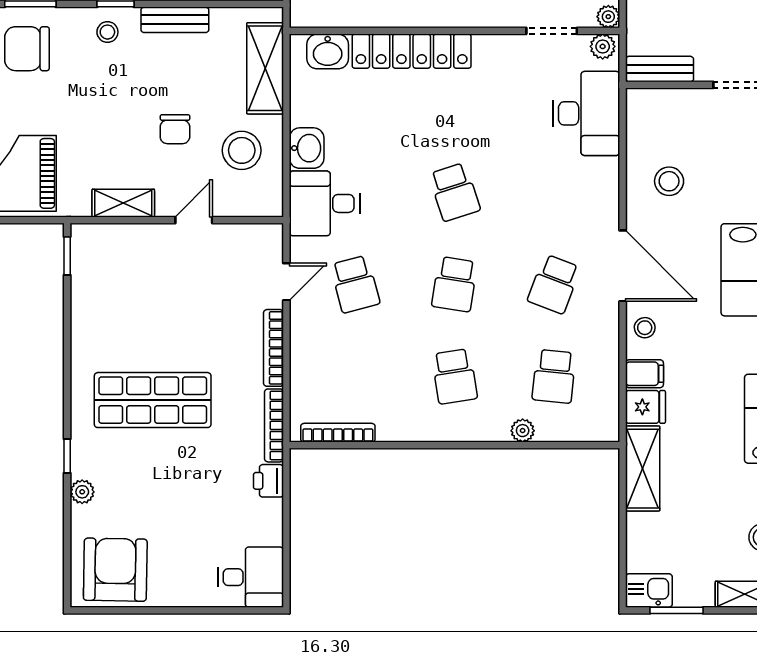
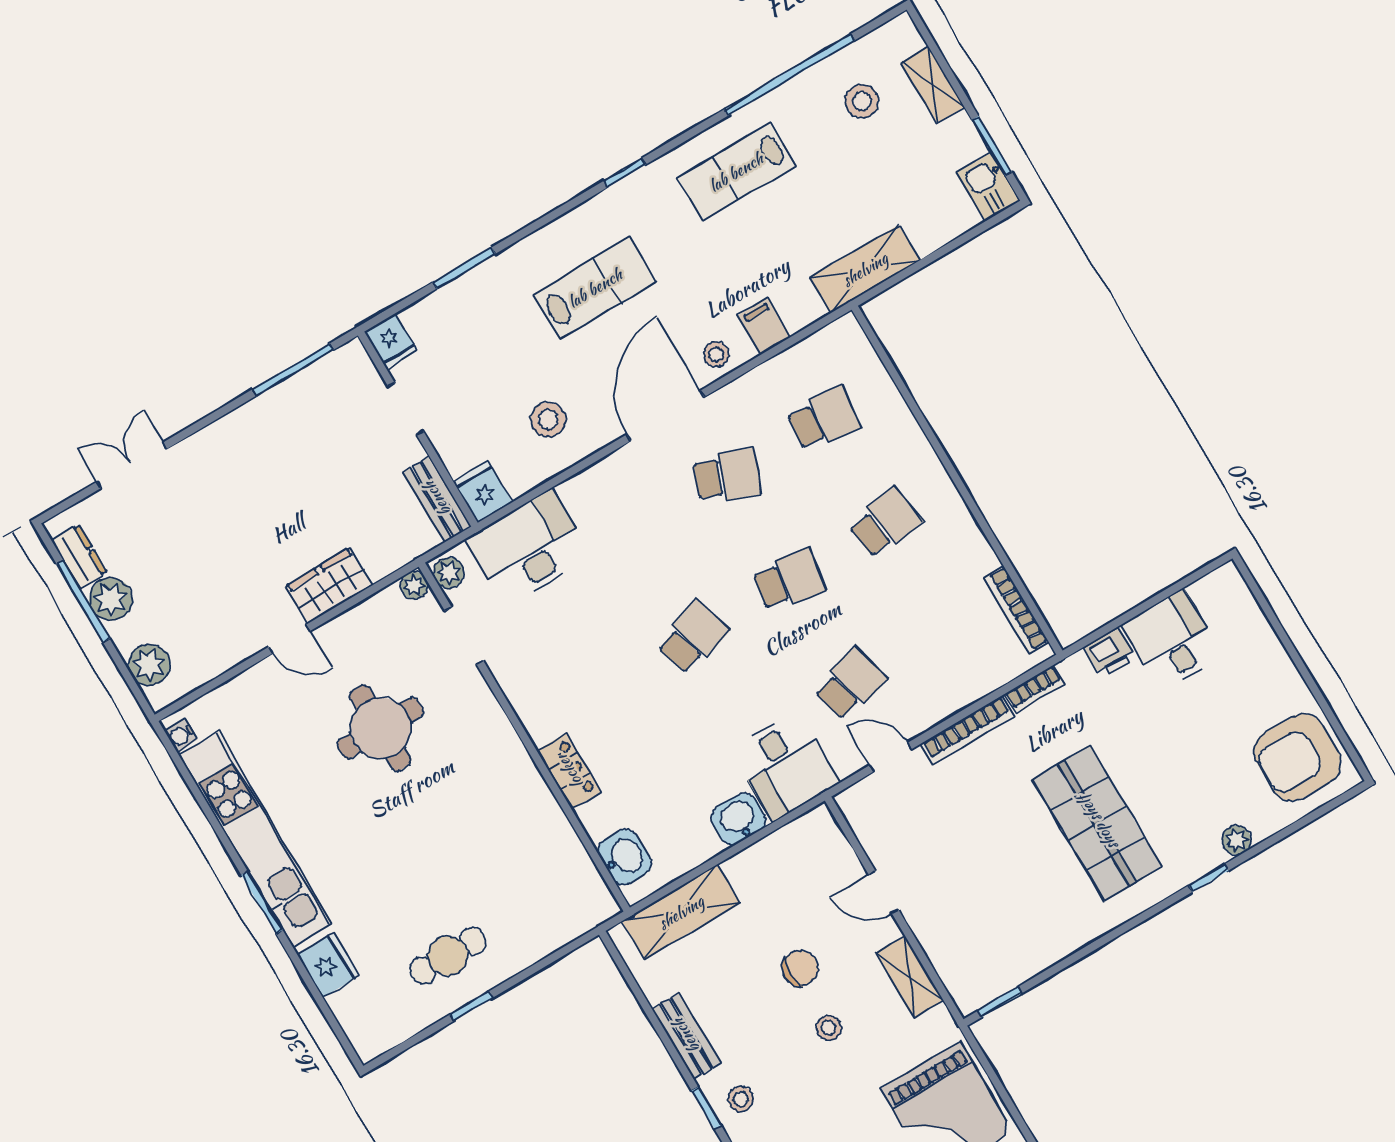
locker: (412, 51) -> (569, 771), width x0.46, depth x0.83
stool: (242, 150) -> (829, 1028), moved, width x0.53, depth x0.53
fridge: (645, 407) -> (483, 492), moved
bookcase: (274, 425) -> (1035, 689), width x0.64
plant: (523, 431) -> (899, 418), removed
desk: (251, 577) -> (1172, 641), moved

